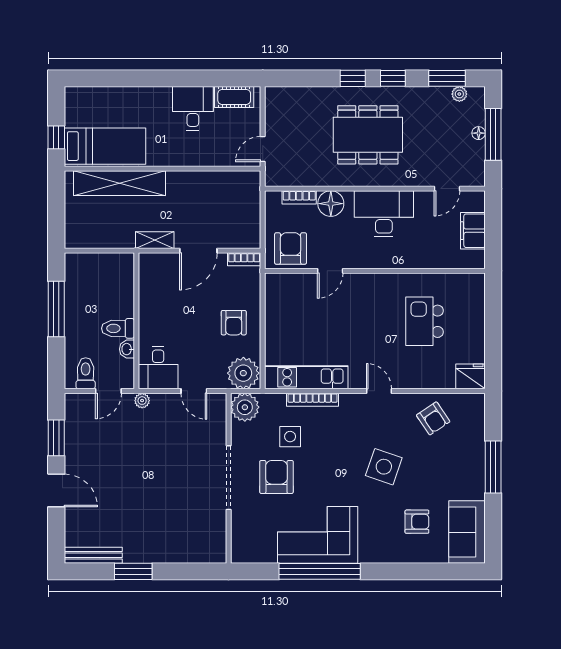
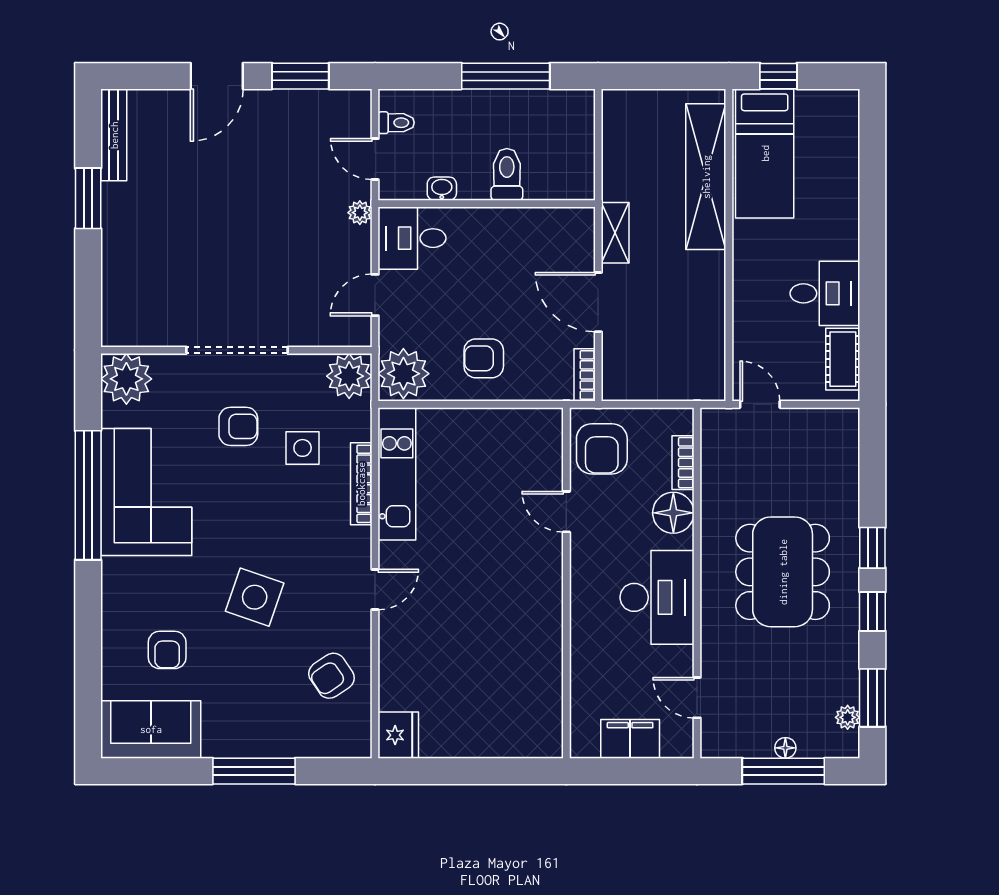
armchair: (291, 248) -> (602, 449), turned 90
kitchen island: (425, 321) -> (486, 662), removed
toilet: (118, 328) -> (507, 174), moved
toilet: (86, 373) -> (396, 123), width x0.73, depth x0.72
armchair: (276, 477) -> (238, 426), width x0.72, depth x0.72
plant: (247, 547) -> (126, 379), added

